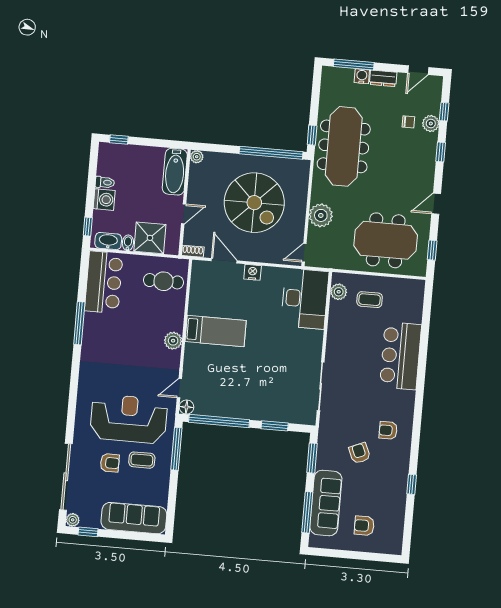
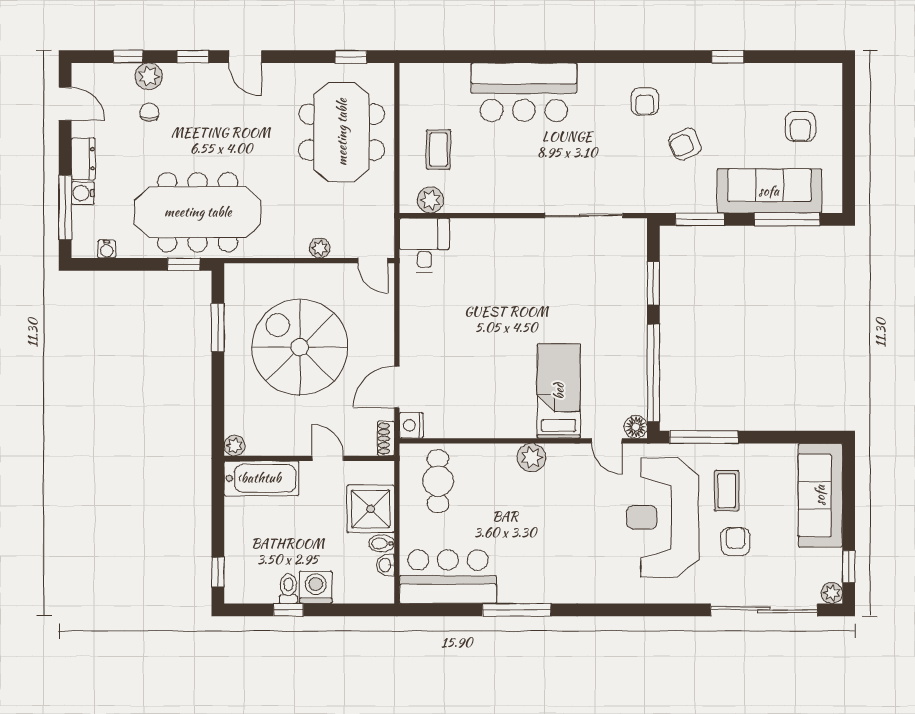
water cooler: (326, 88) -> (107, 249), added
window: (271, 153) -> (218, 327), width x0.47
spiral stairs: (254, 203) -> (300, 347), turned -90
door: (436, 204) -> (245, 57), moved
plant: (321, 215) -> (320, 248), width x0.53, depth x0.53
window: (88, 227) -> (288, 610), moved
washbasin: (108, 241) -> (386, 565), width x0.52, depth x0.69
nightstand: (253, 272) -> (411, 425), moved
desk: (305, 299) -> (424, 245), width x0.53, depth x0.77
bed: (216, 331) -> (559, 391), moved

